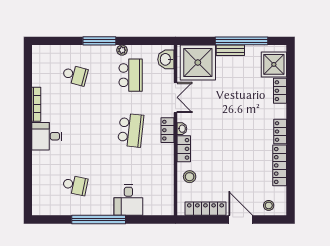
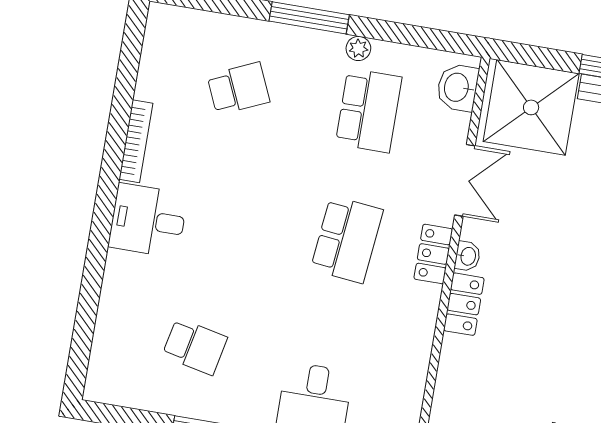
school desk: (75, 75) -> (238, 89), turned -39
stool: (190, 177) -> (467, 372), removed

